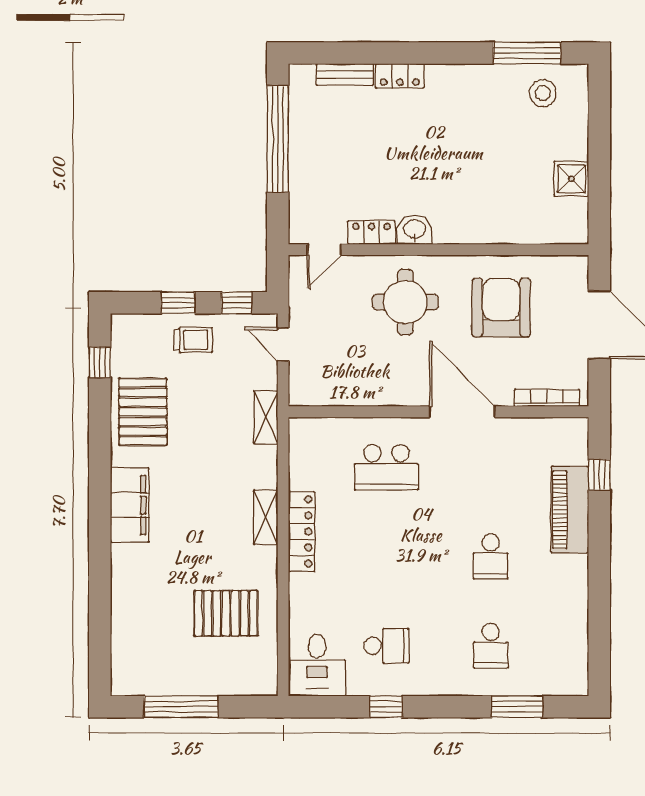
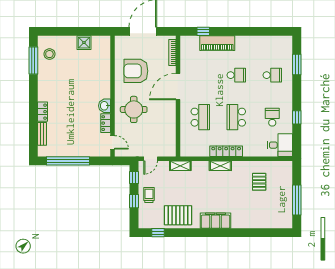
school desk: (386, 557) -> (236, 117), added
pallet: (226, 613) -> (259, 182), width x0.67, depth x0.71

